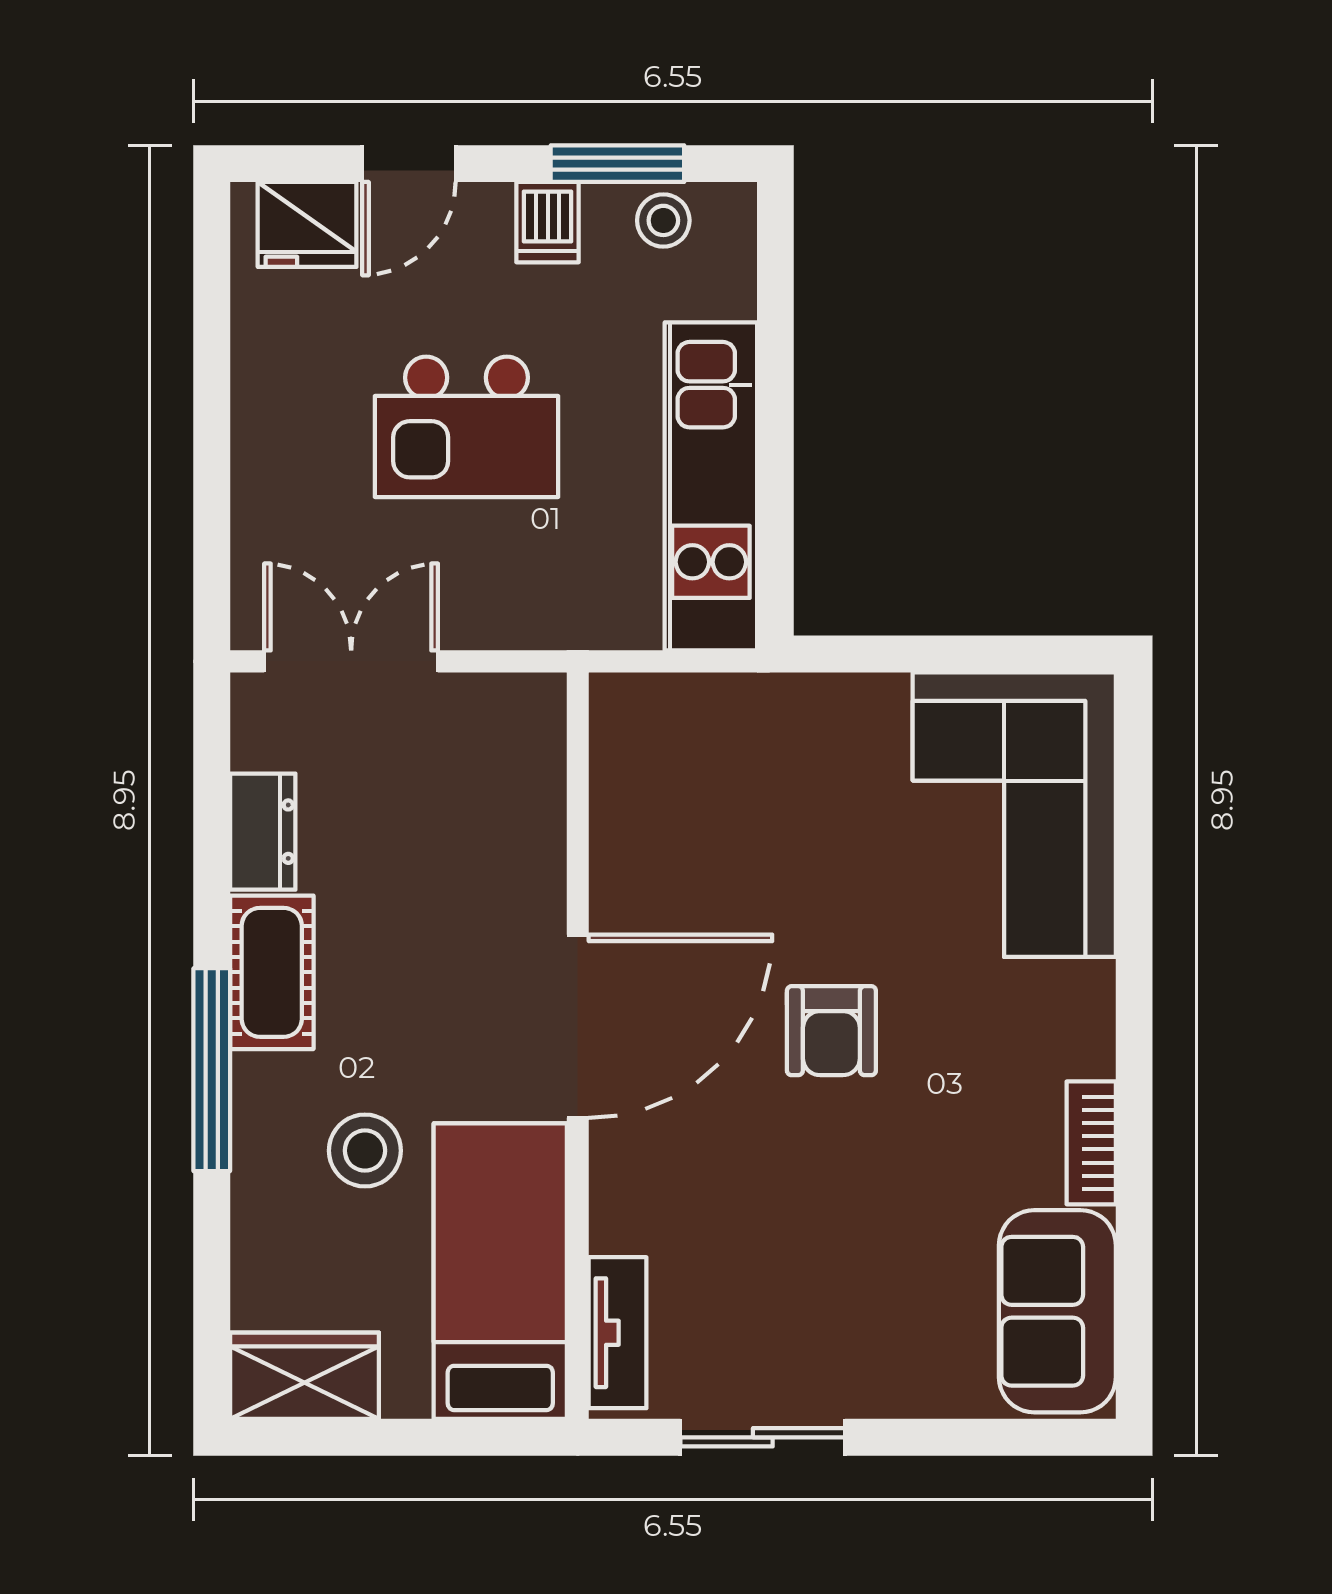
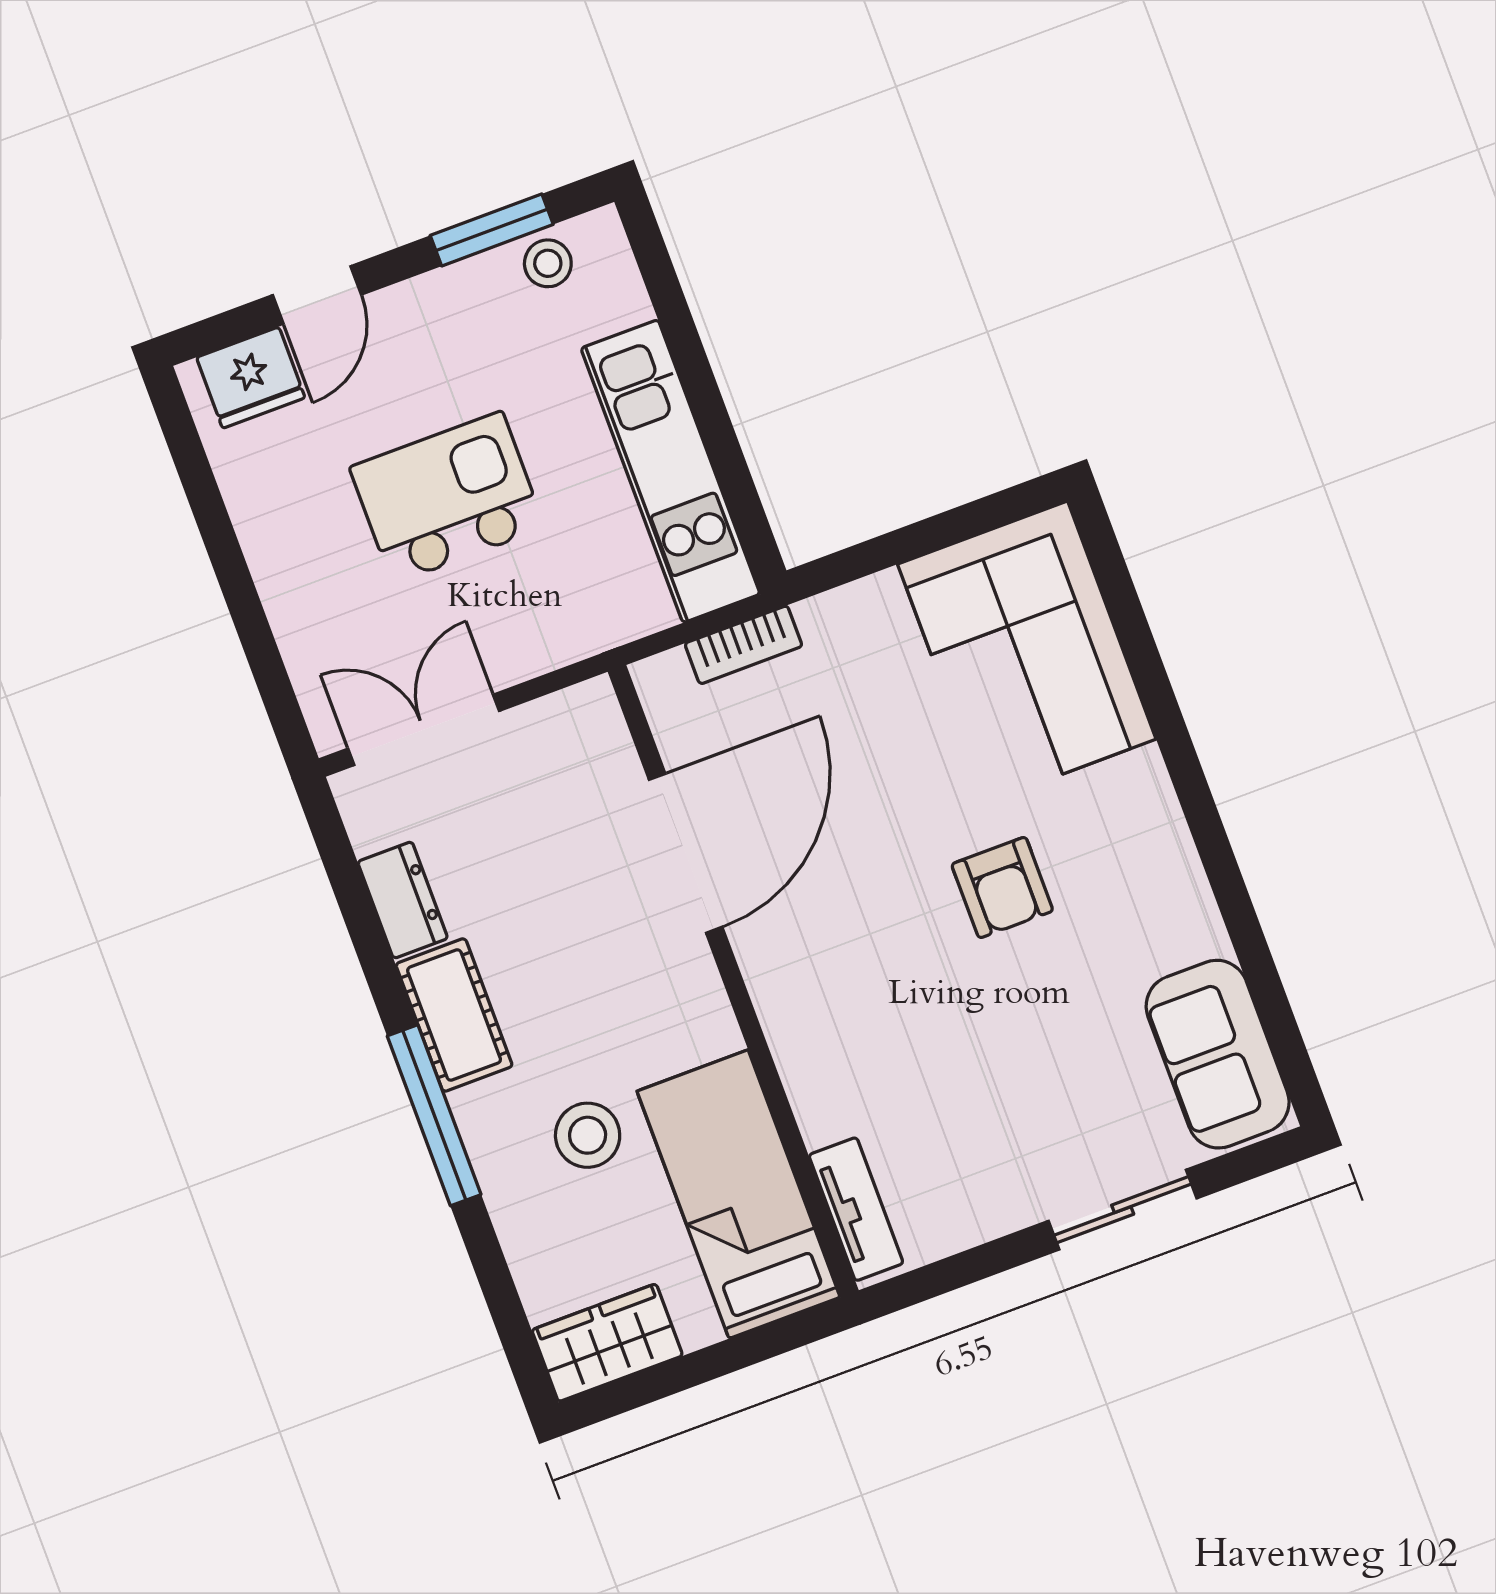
dishwasher: (548, 222) -> (451, 301), removed
kitchen island: (467, 427) -> (447, 497), turned 180
door: (578, 1026) -> (686, 853), moved
armchair: (831, 1031) -> (1002, 887), moved
bookcase: (1091, 1143) -> (743, 645), moved, turned -90
sliding door: (763, 1437) -> (1123, 1210), moved

